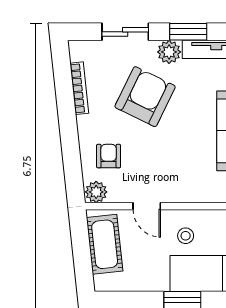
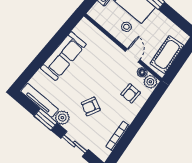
armchair: (145, 97) -> (91, 106), width x0.53, depth x0.53
floor lamp: (117, 195) -> (142, 72), added

